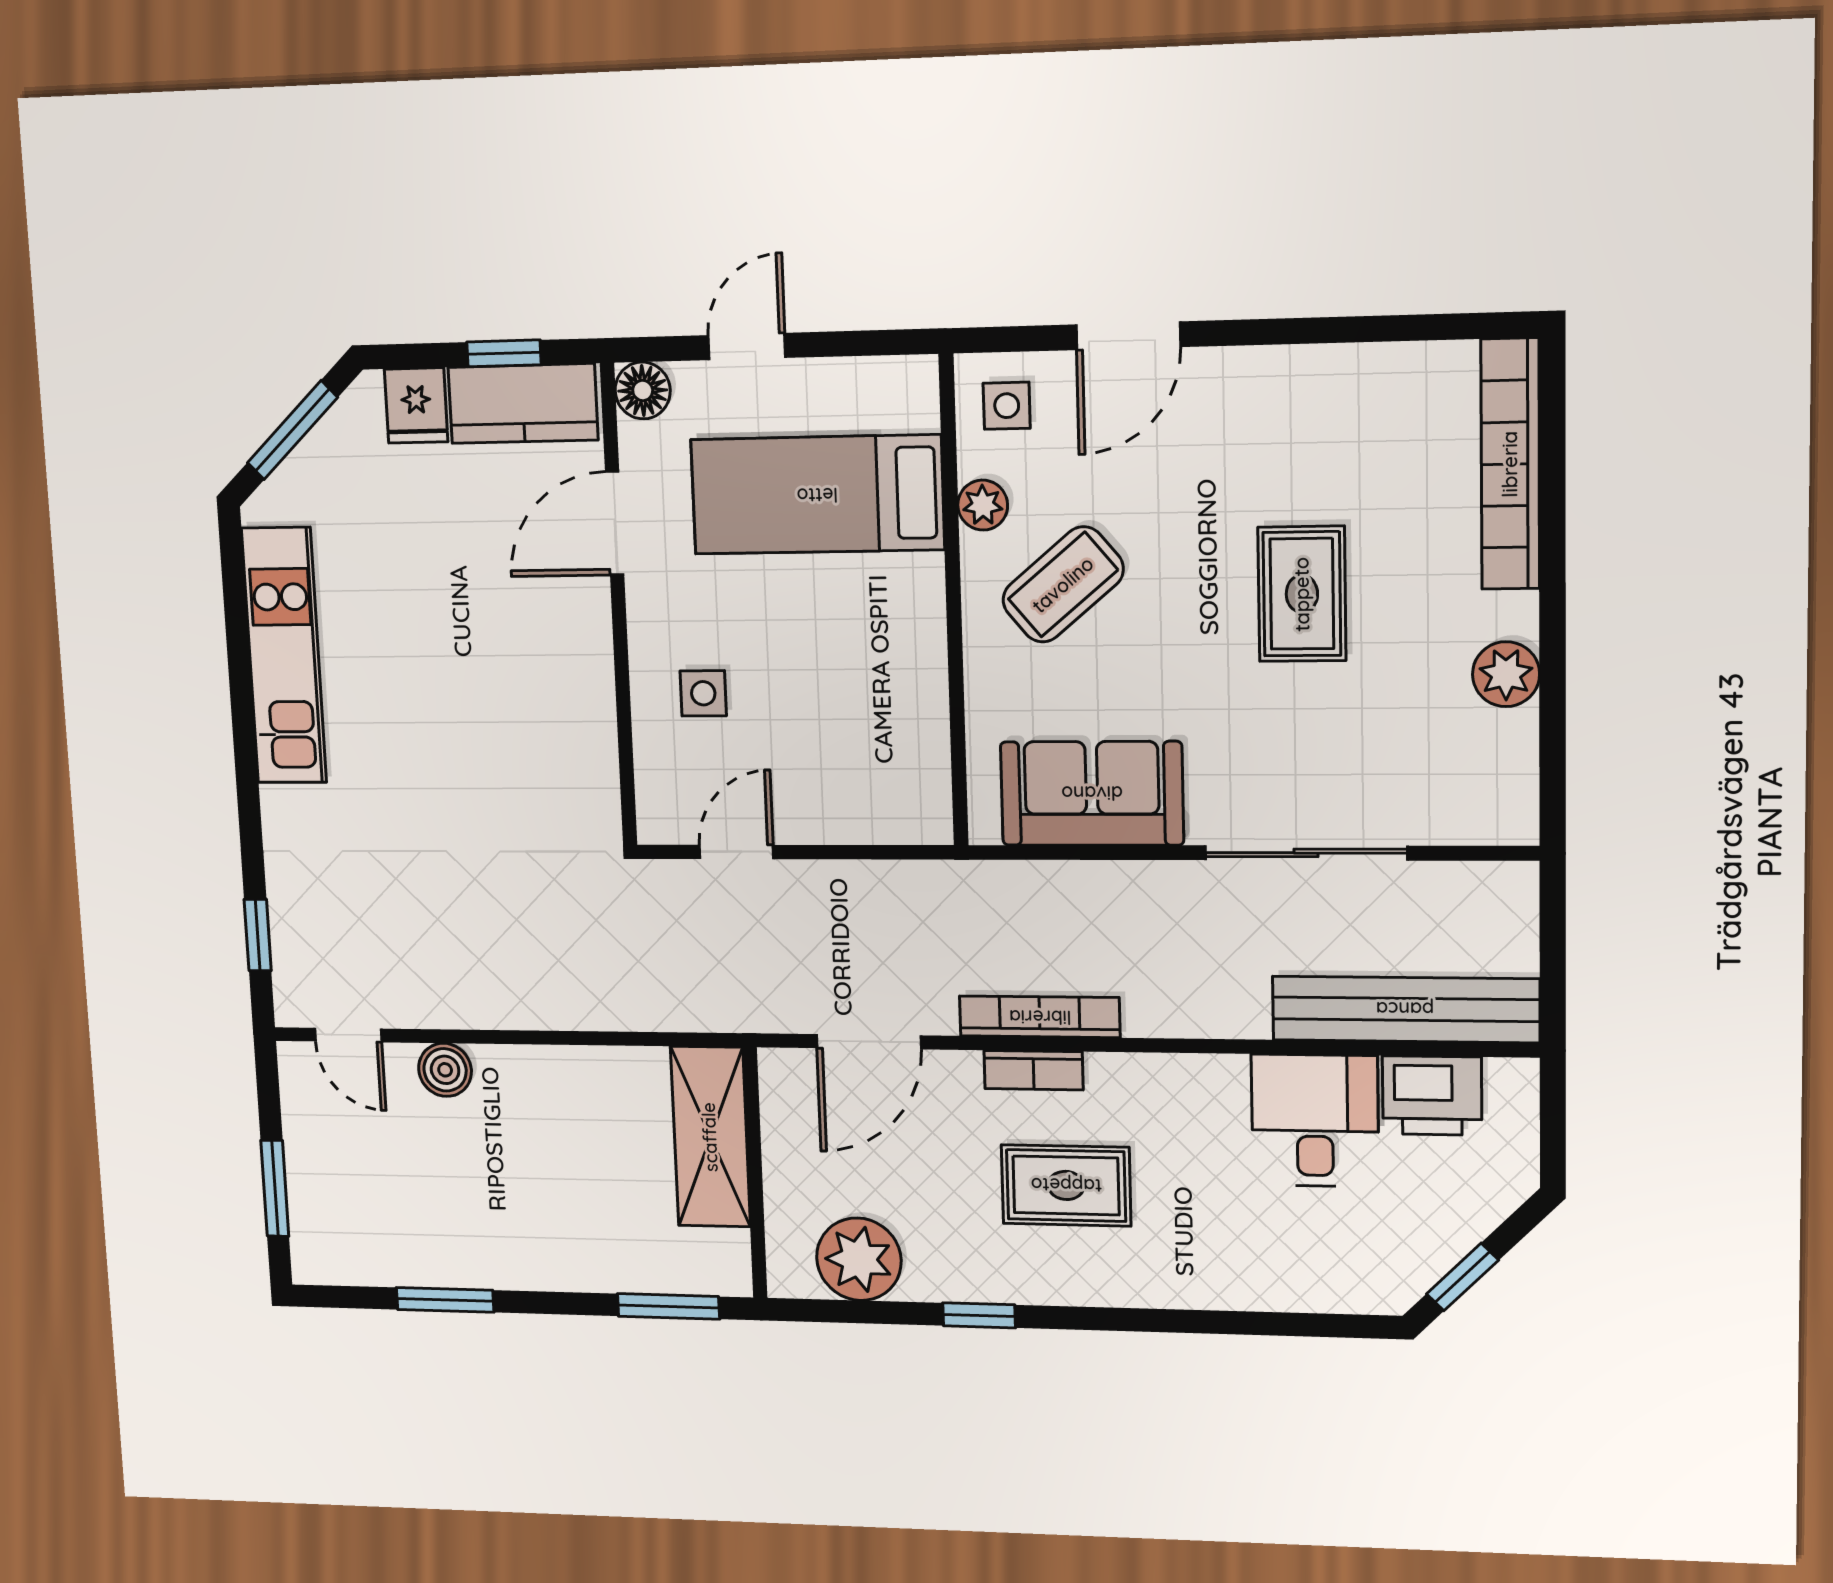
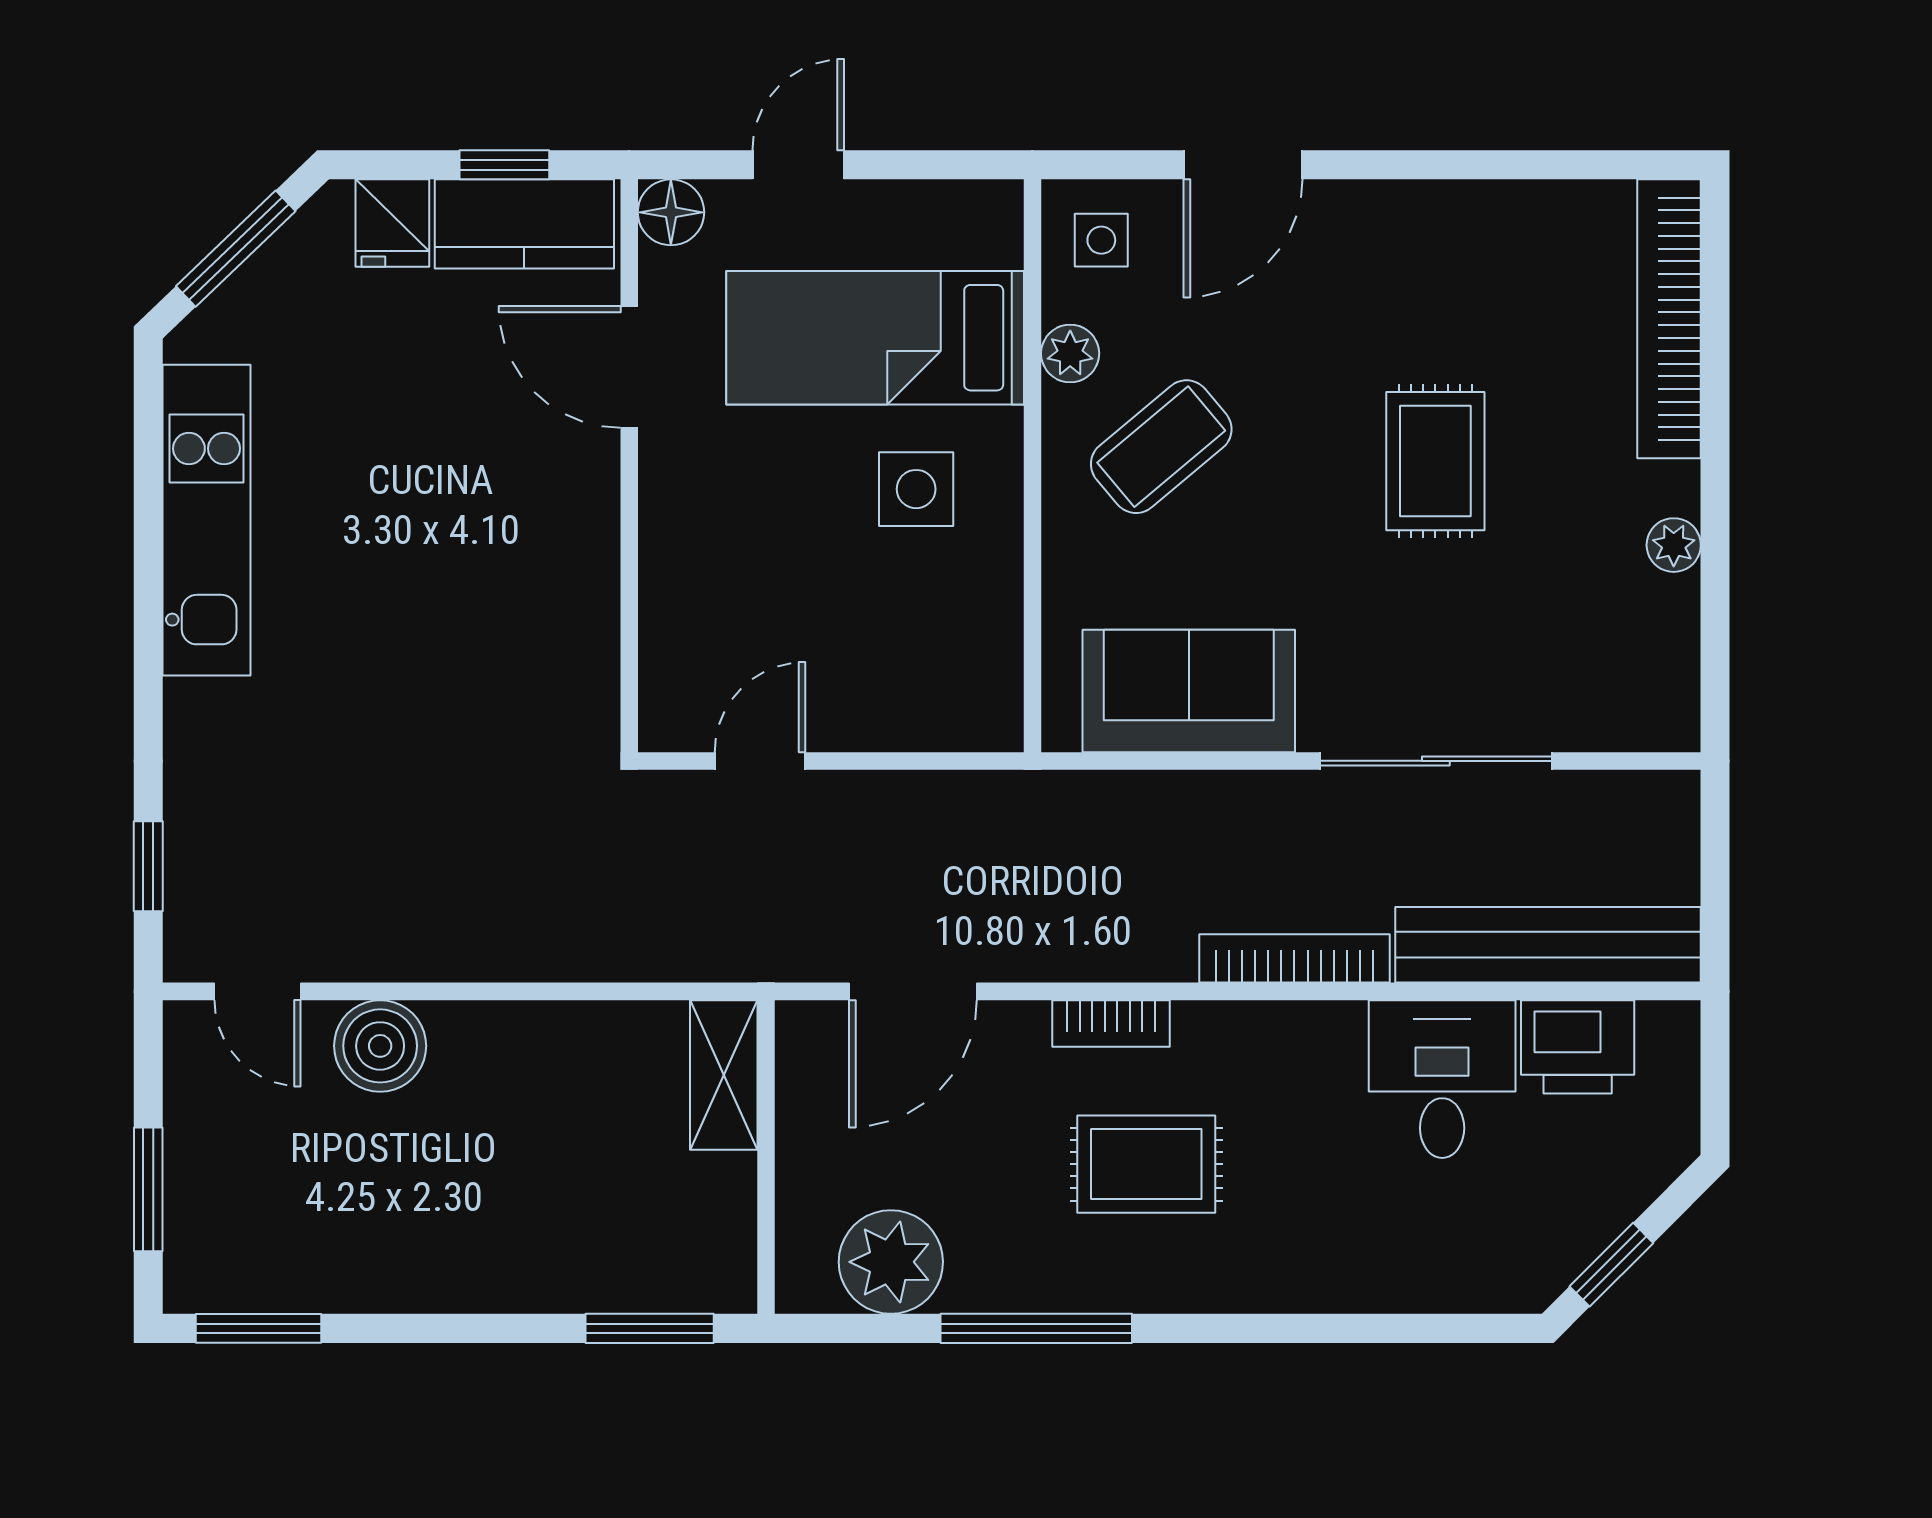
door: (615, 523) -> (629, 367), hinge flipped
plant: (1506, 674) -> (1674, 545), width x0.73, depth x0.73
side table: (703, 693) -> (916, 489), moved, width x1.37, depth x1.37
bookcase: (1040, 1017) -> (1294, 958), moved
boiler: (445, 1070) -> (380, 1046), width x1.36, depth x1.36
shelving: (710, 1137) -> (724, 1075), width x0.67, depth x0.75
window: (445, 1300) -> (259, 1328), moved
window: (979, 1315) -> (1036, 1328), width x2.17

